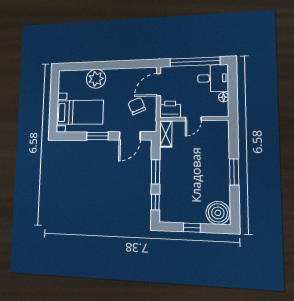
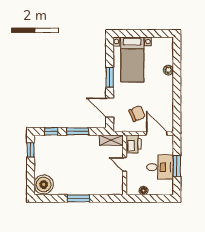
window: (195, 62) -> (177, 166), width x0.47
desk: (213, 78) -> (160, 167), moved, turned -90
plant: (96, 79) -> (168, 70), width x0.53, depth x0.53
window: (192, 228) -> (31, 150), moved

